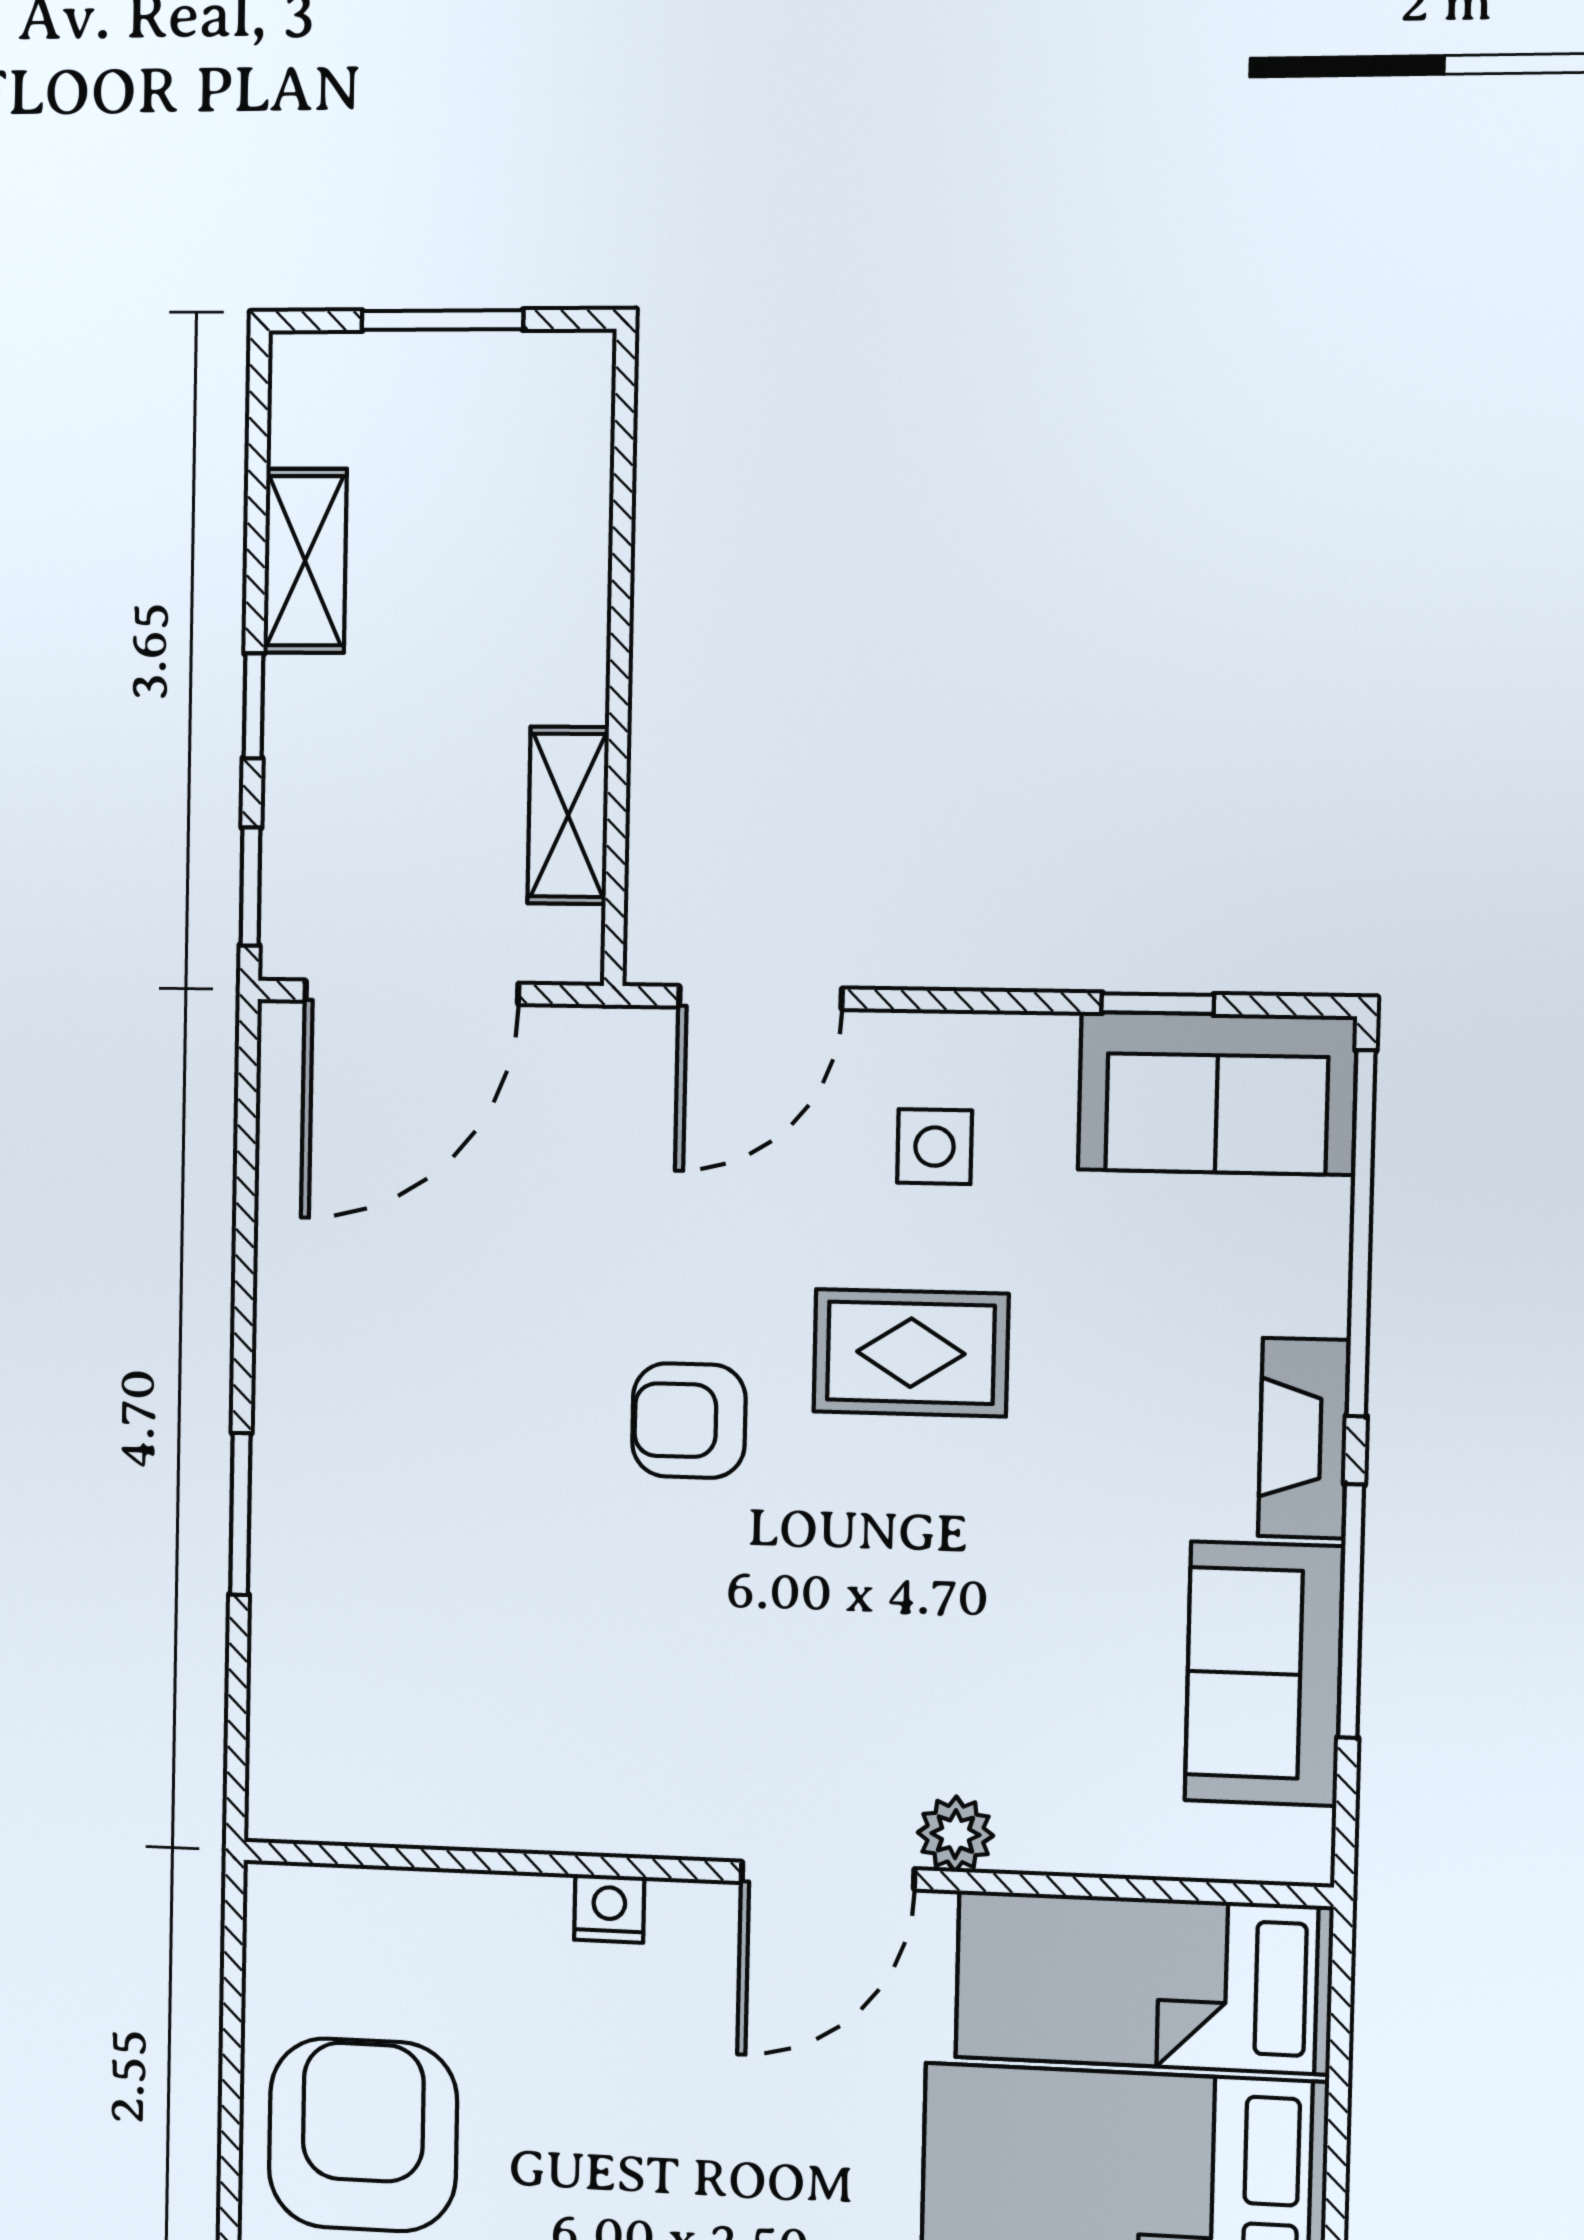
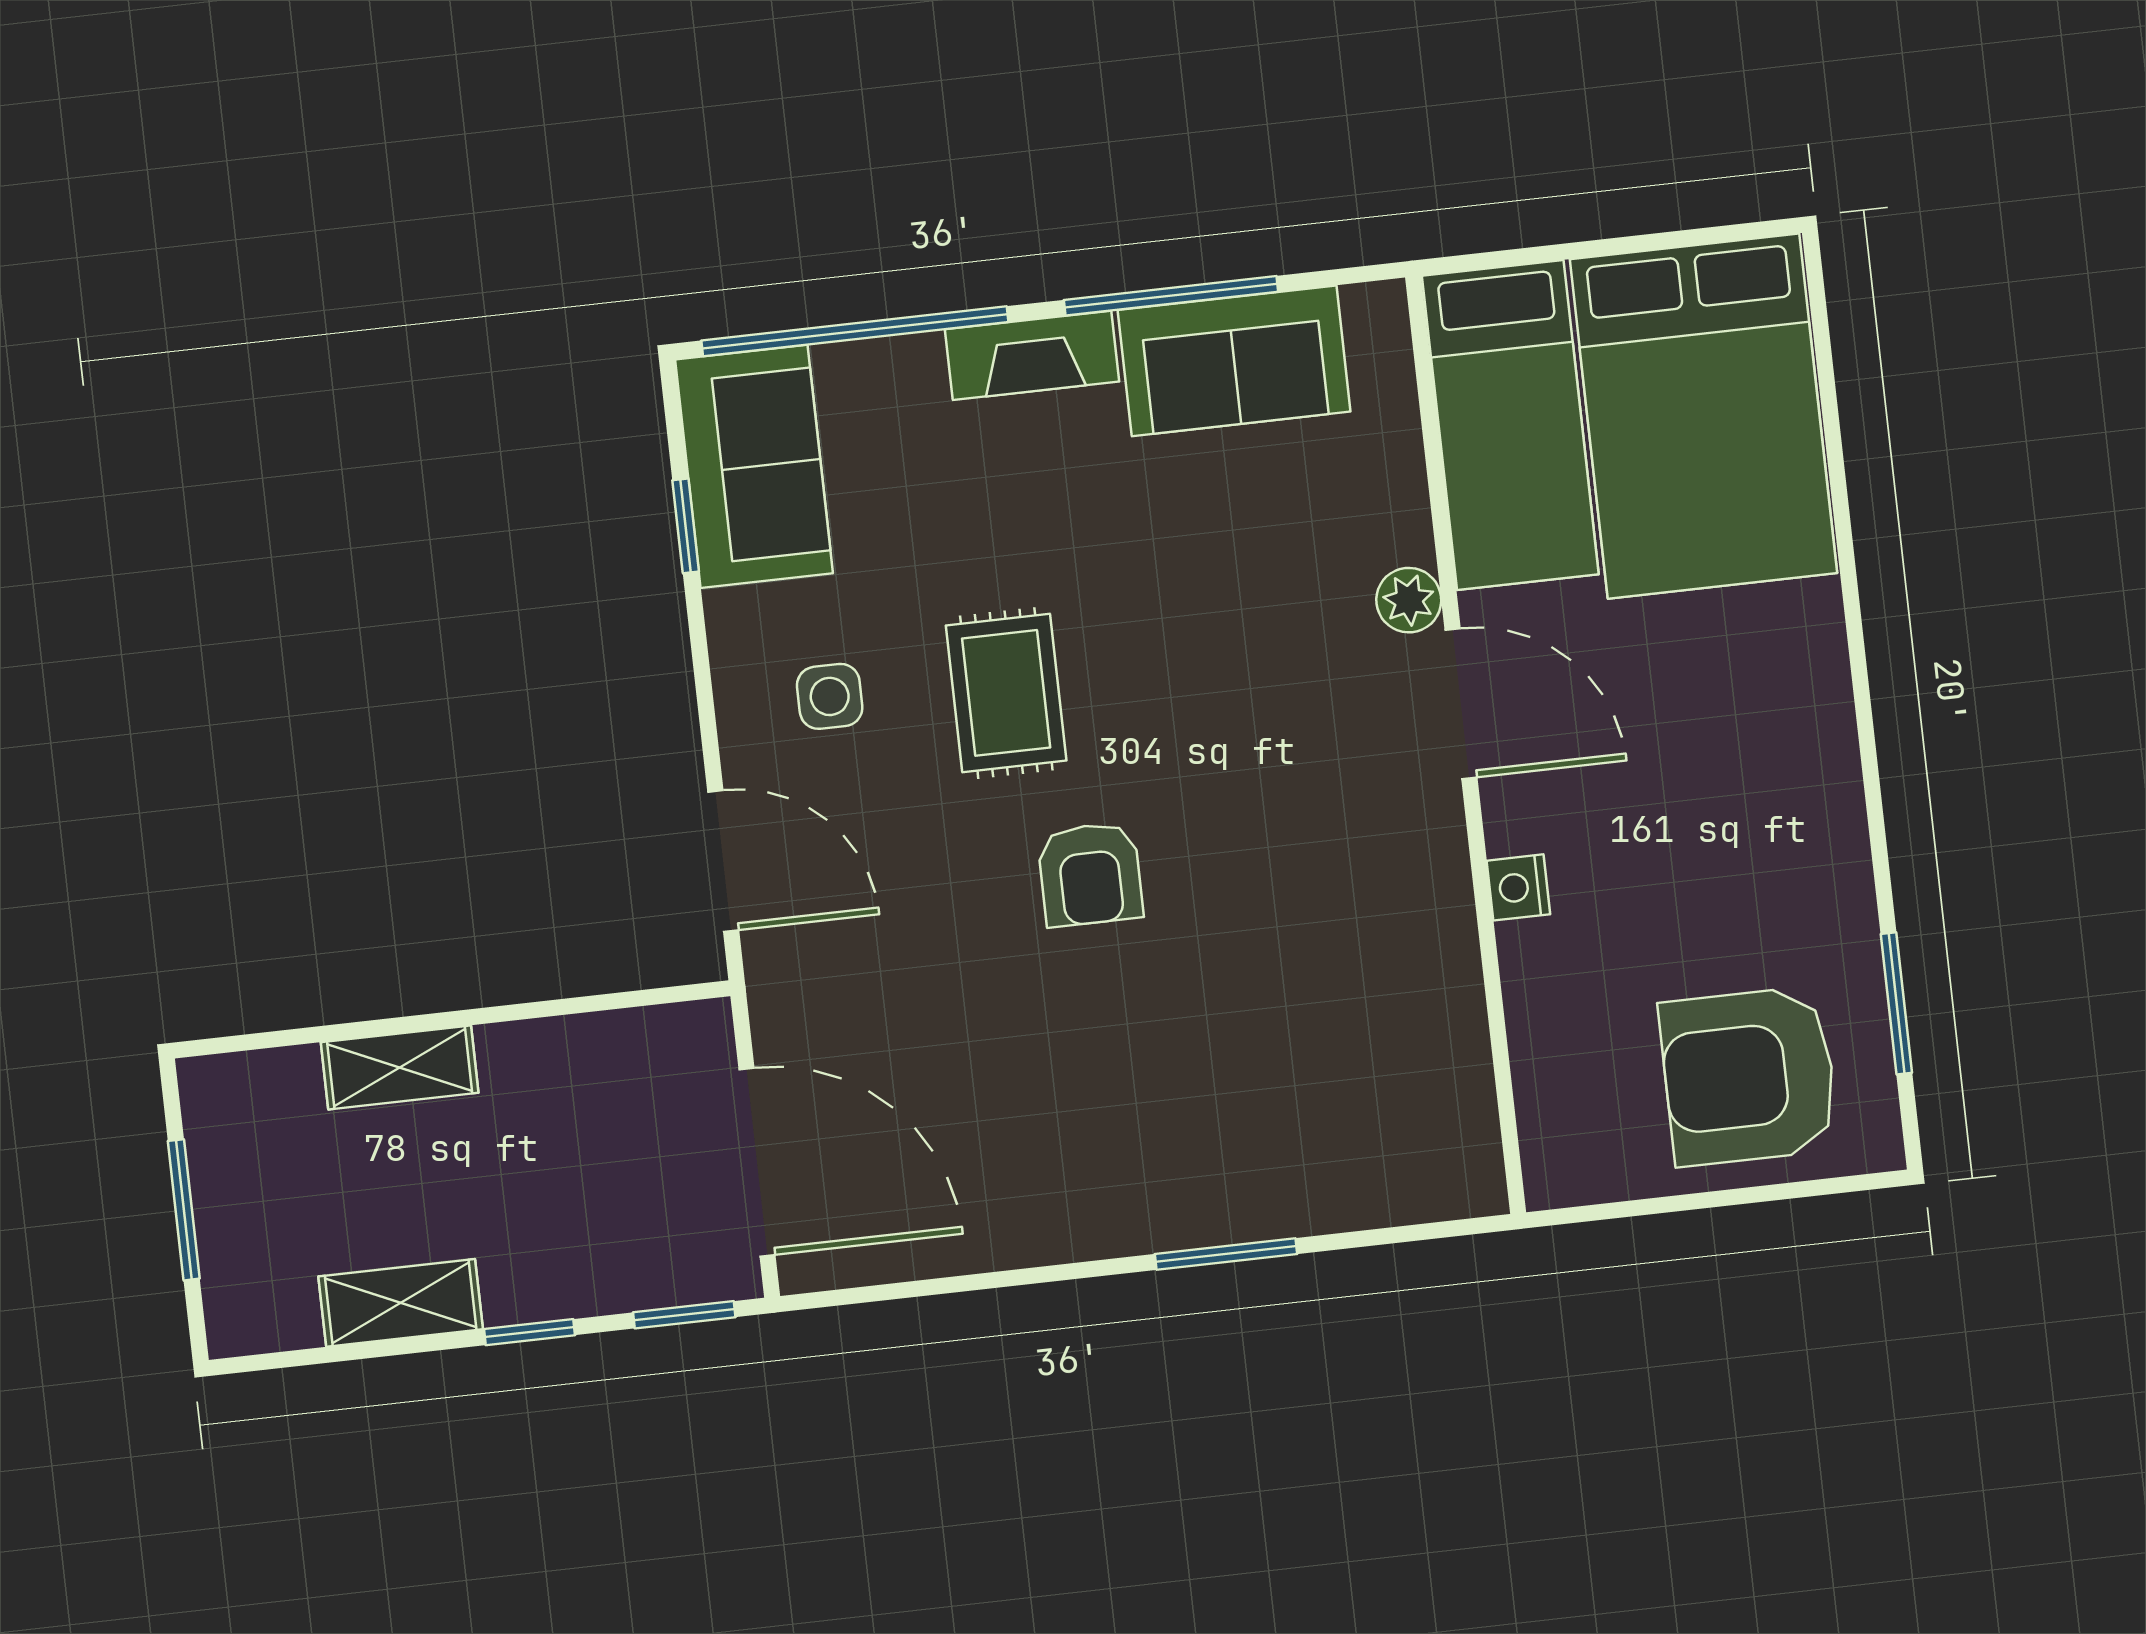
shelving: (568, 815) -> (400, 1067), moved

